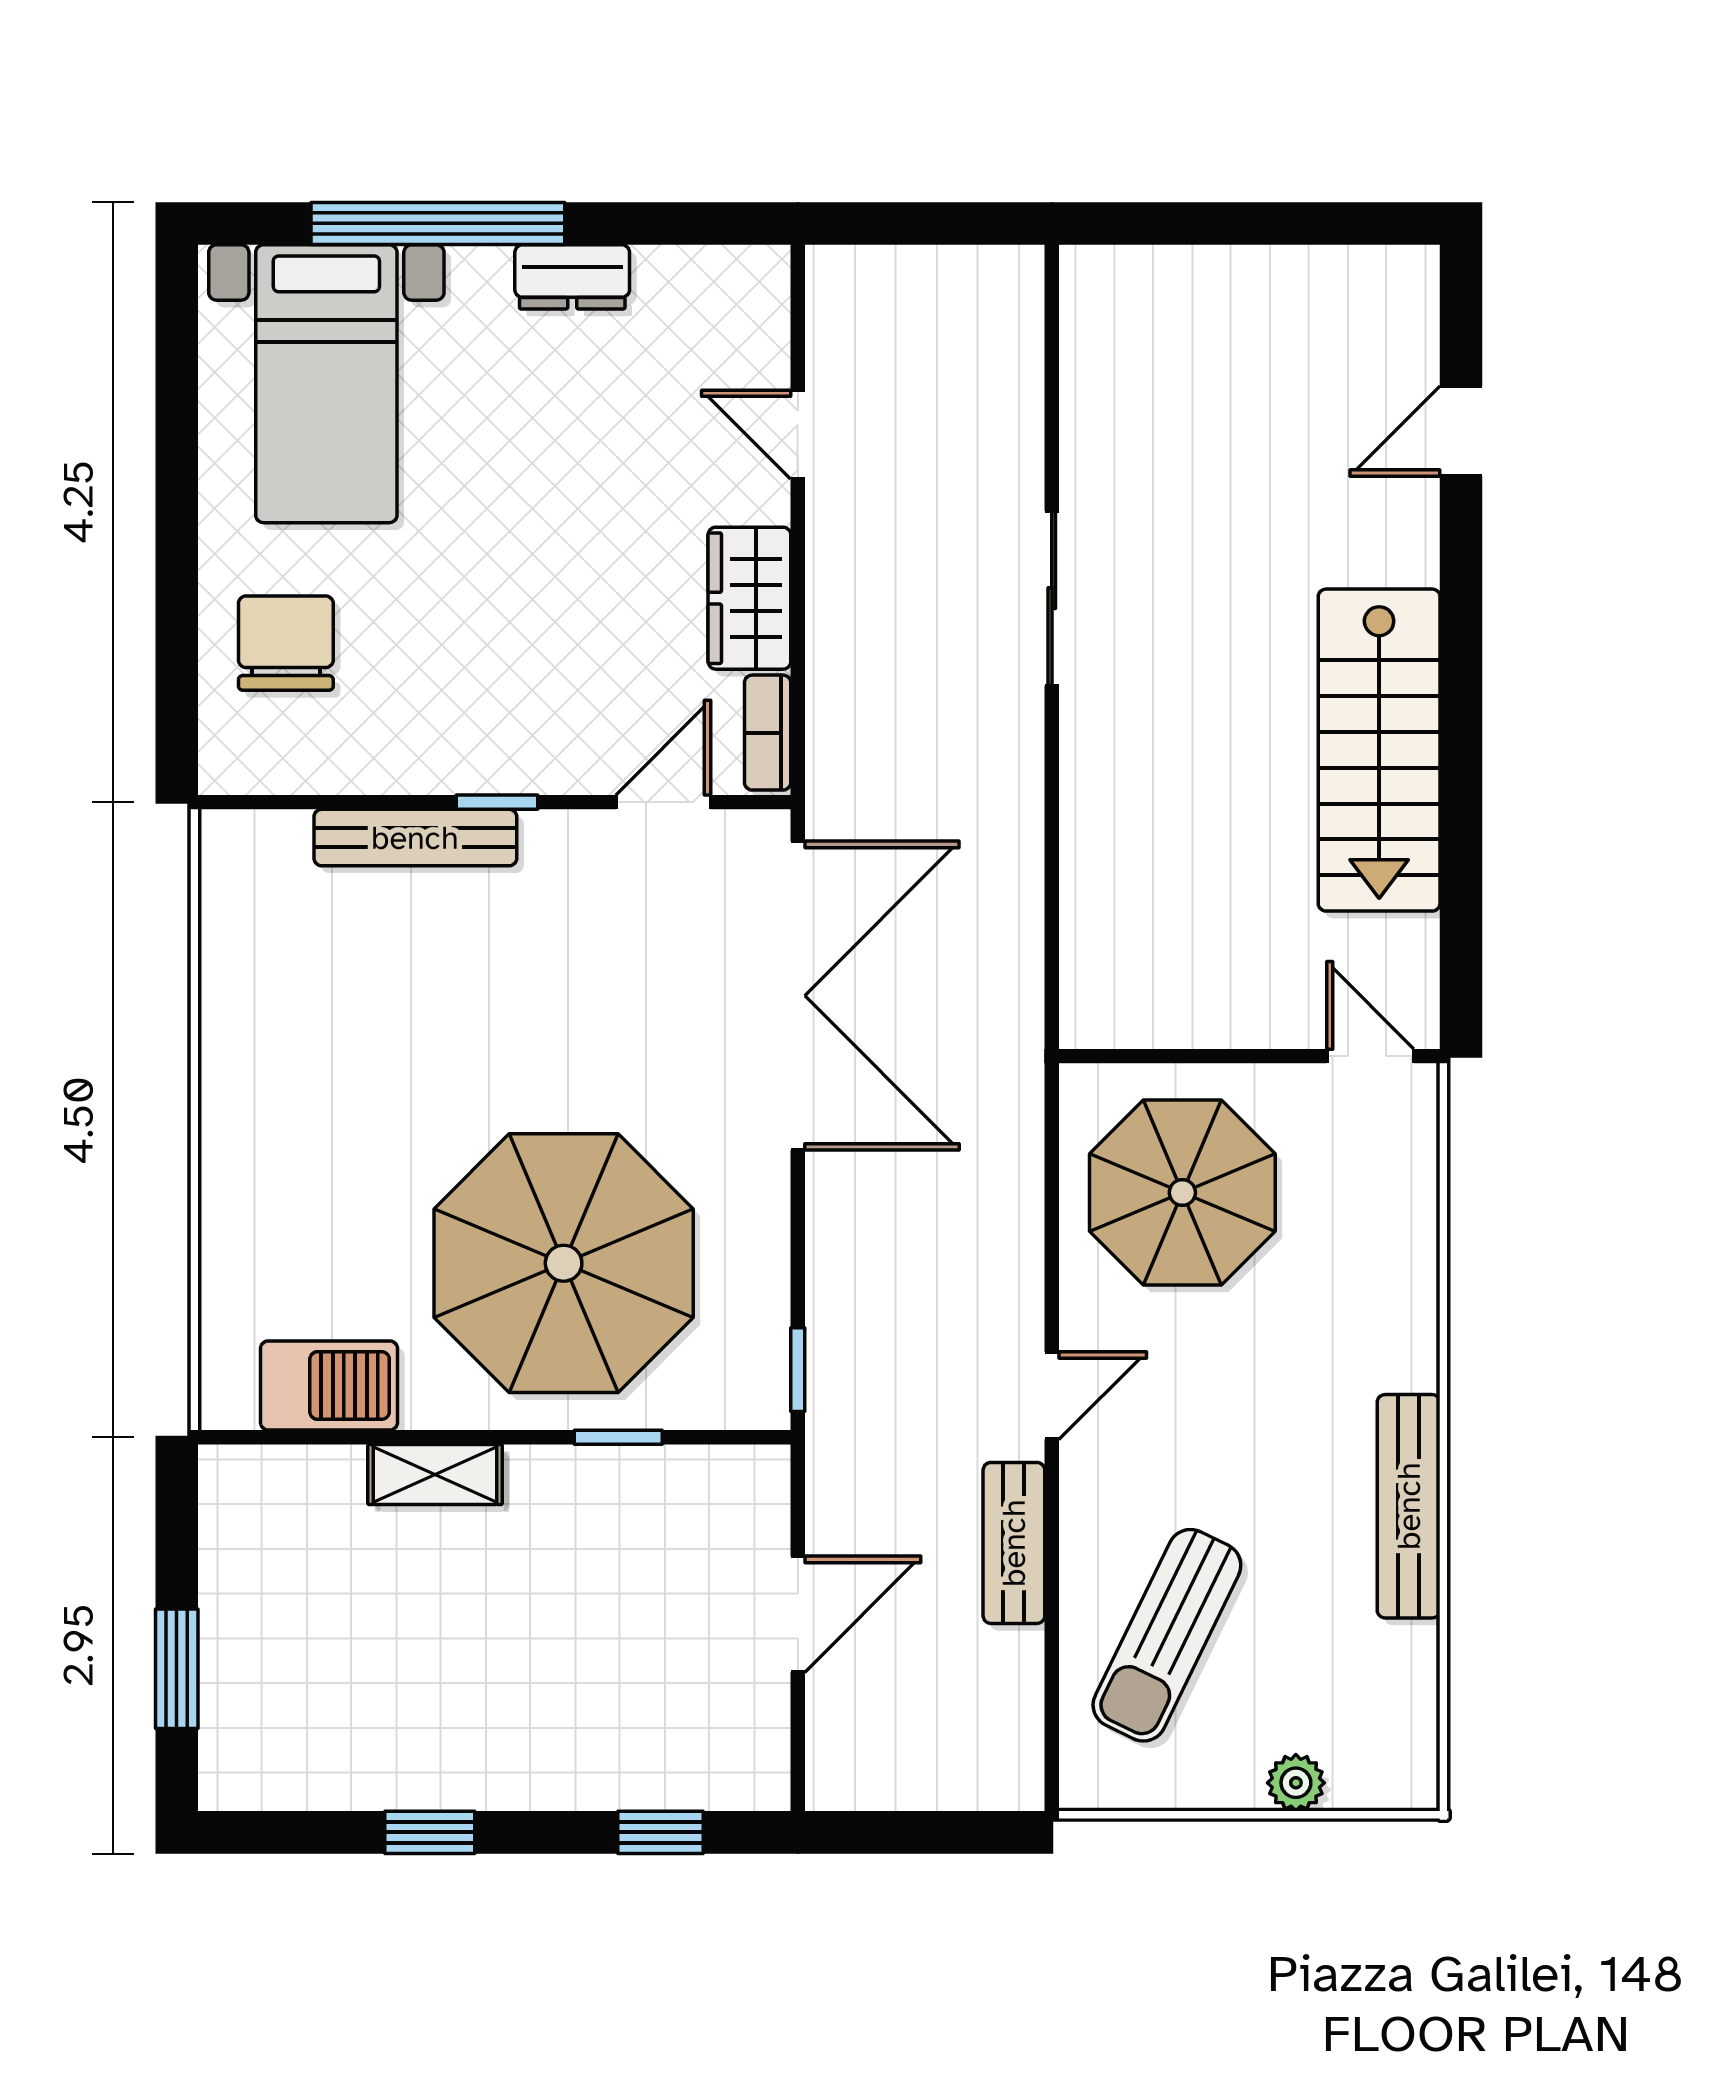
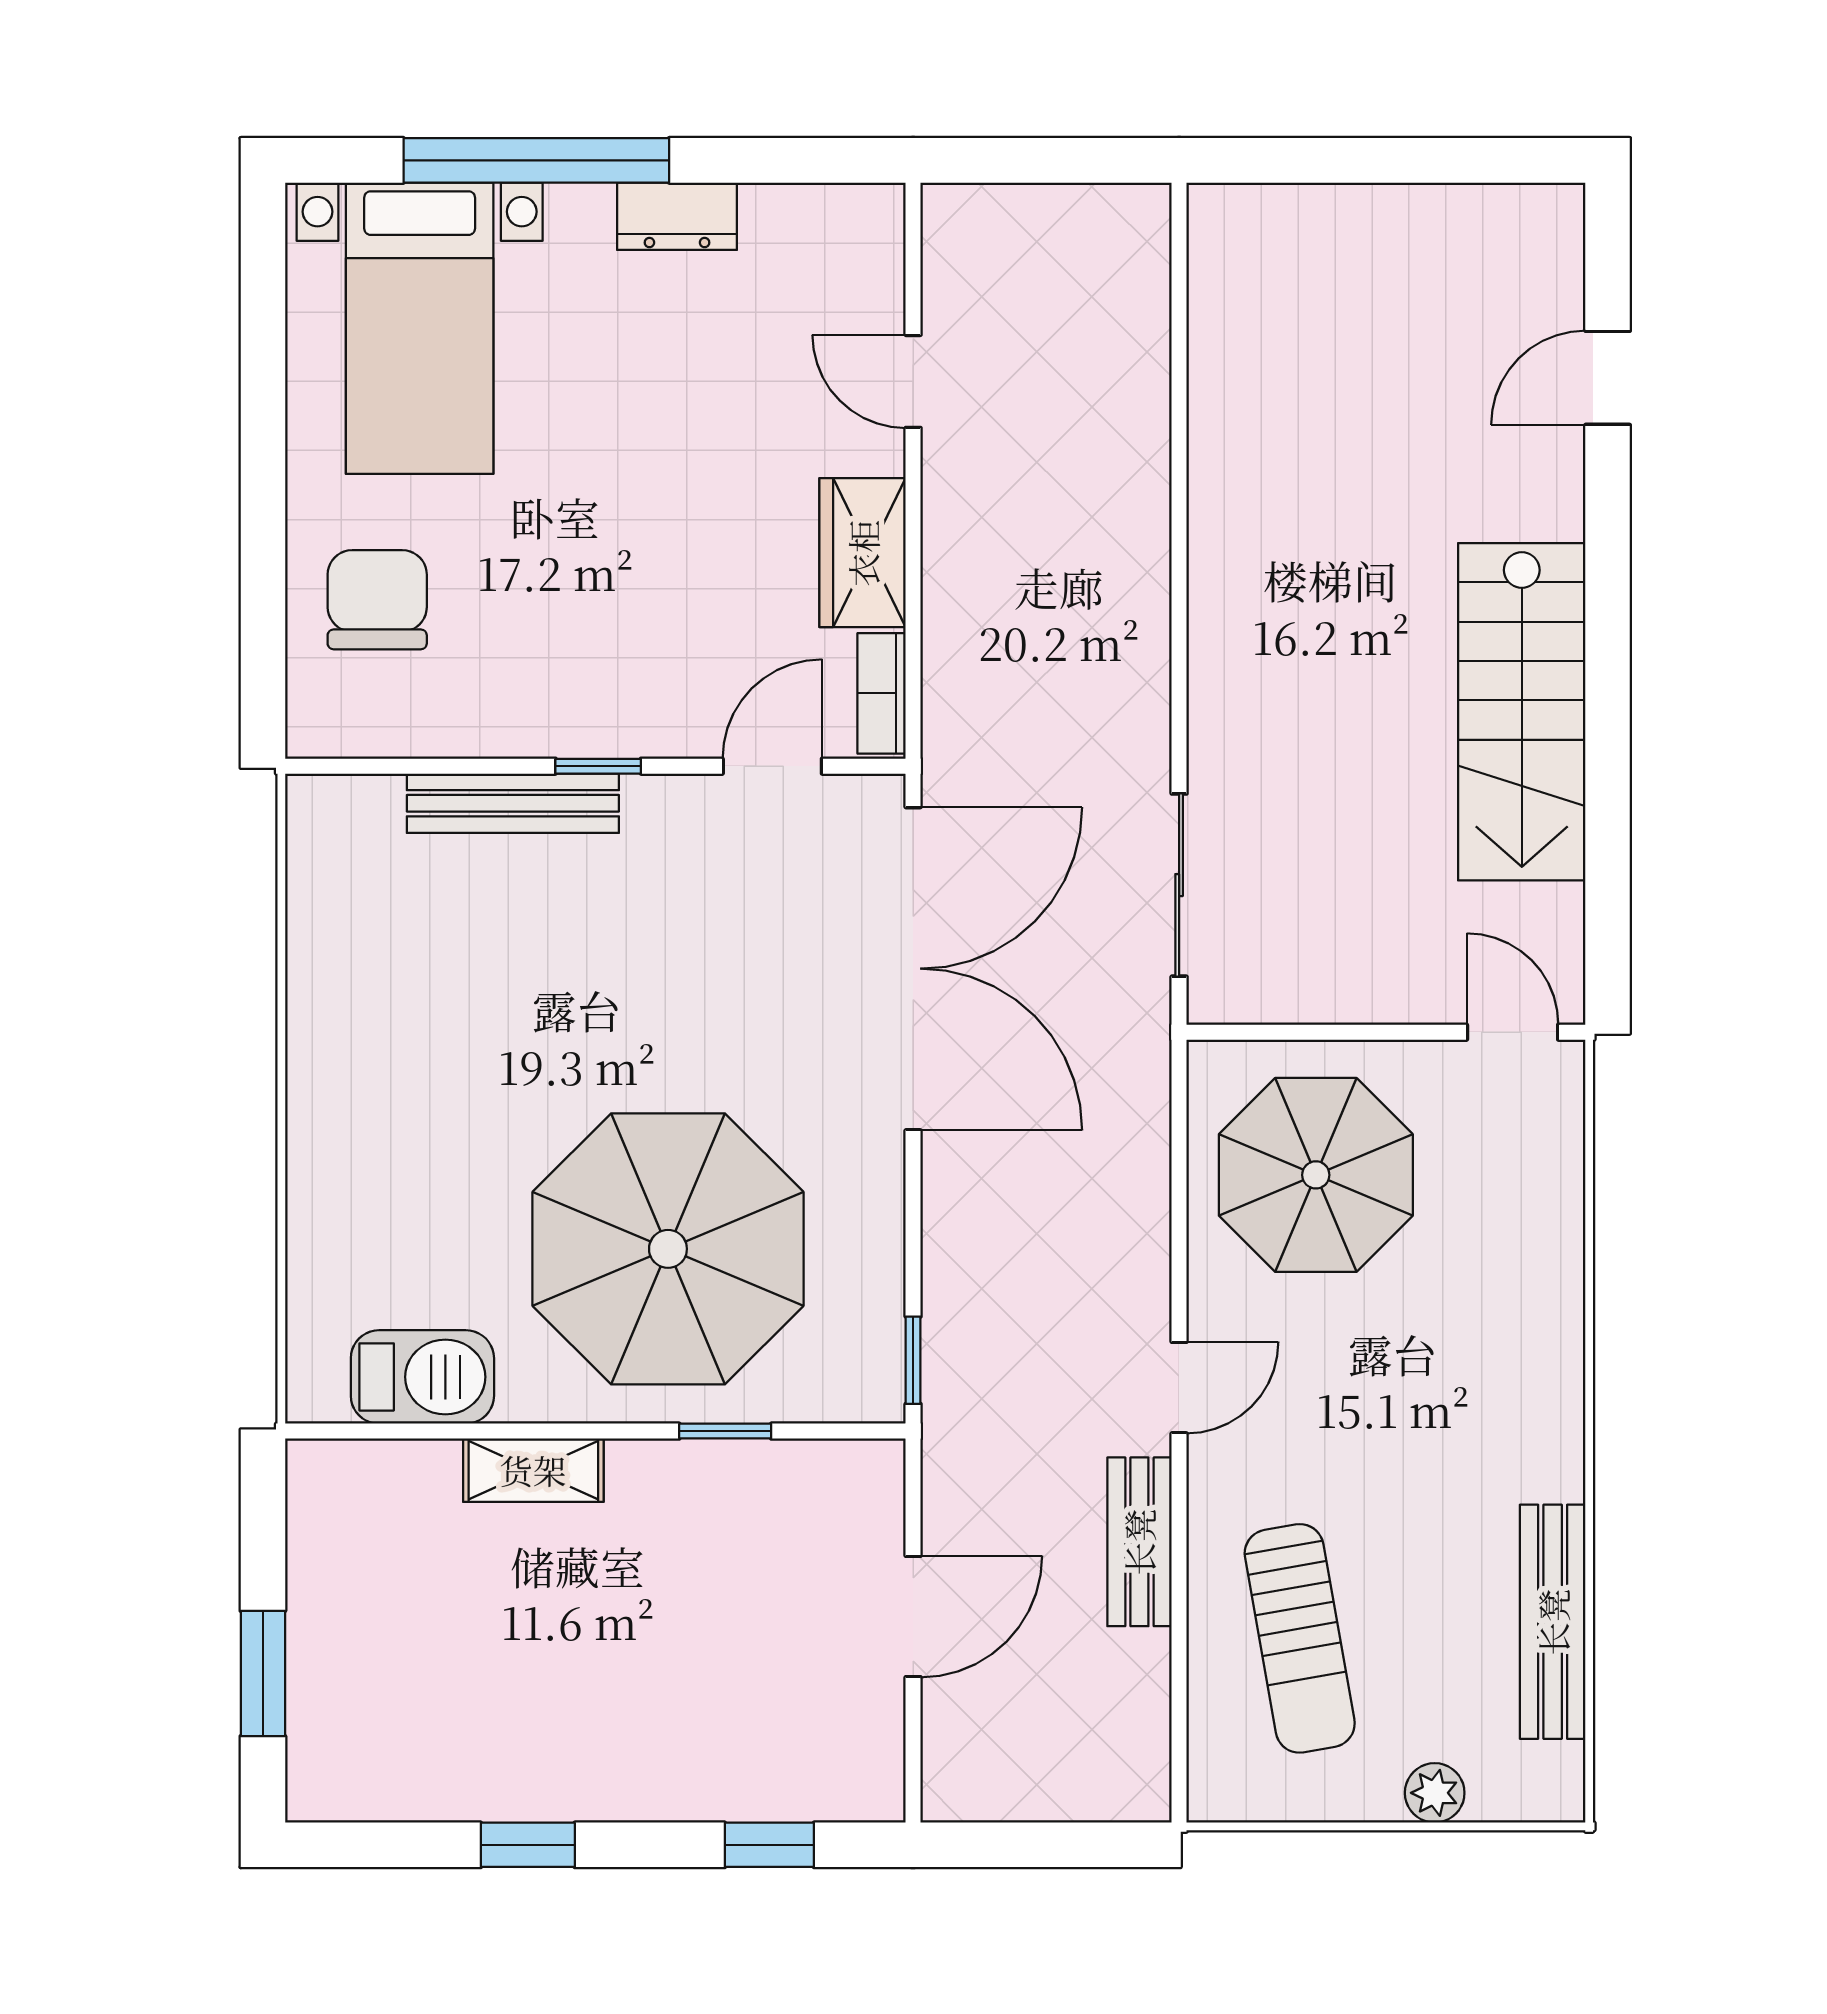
sliding door: (1052, 598) -> (1179, 885), moved
bench: (1409, 1506) -> (1553, 1622), moved
sun lounger: (1167, 1635) -> (1300, 1638), turned -36

